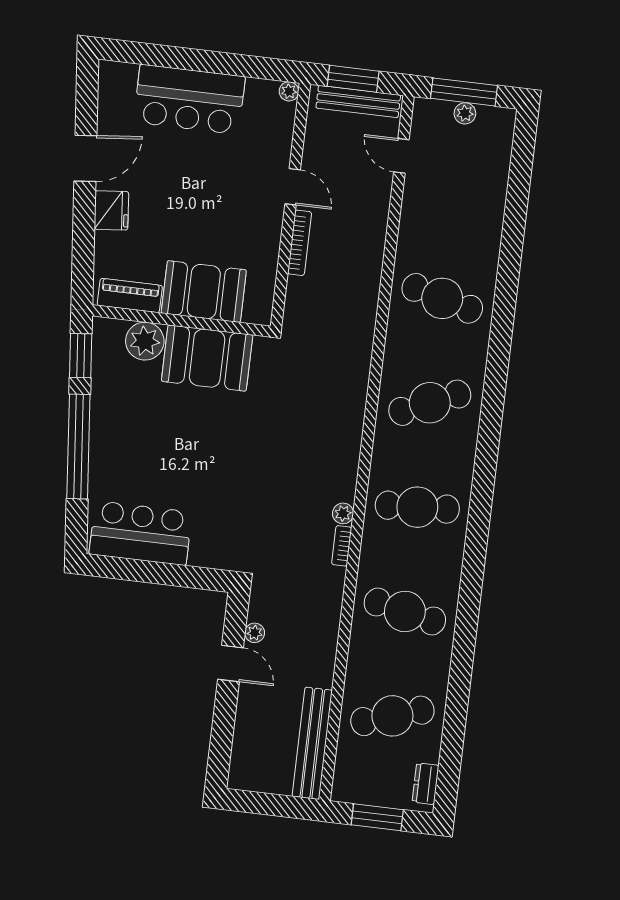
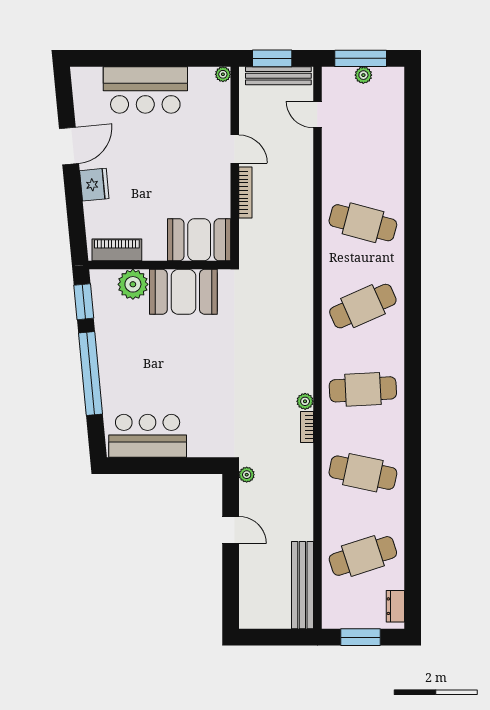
booth: (204, 292) -> (199, 240), moved
plant: (255, 633) -> (247, 475), moved

